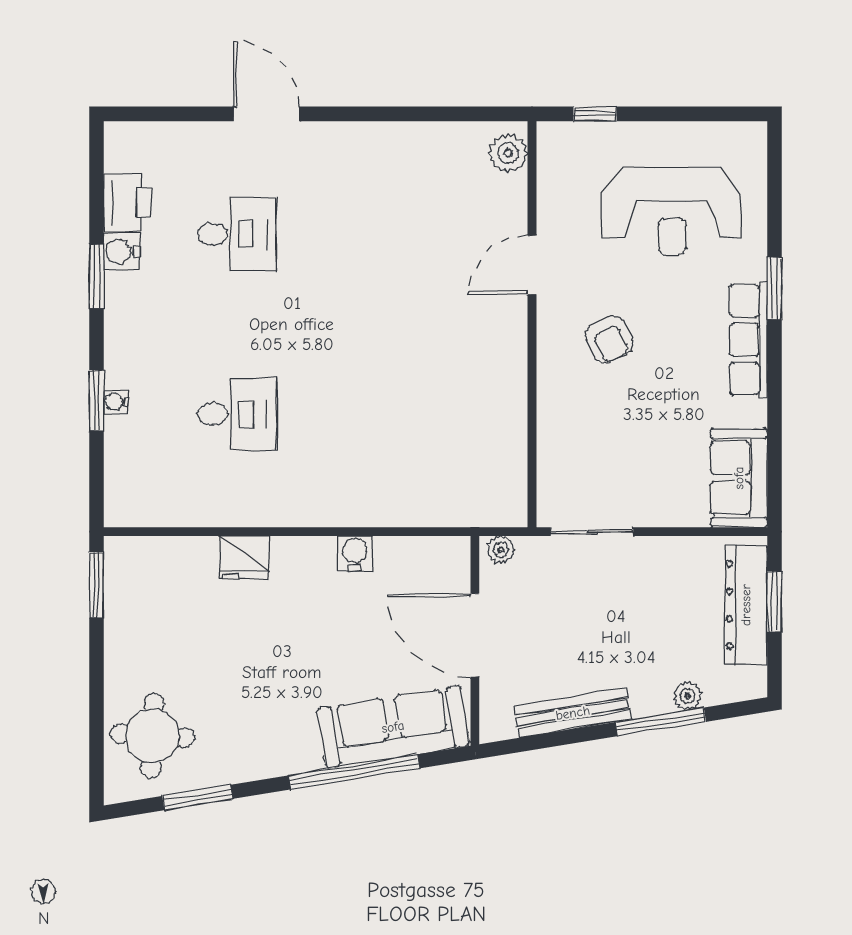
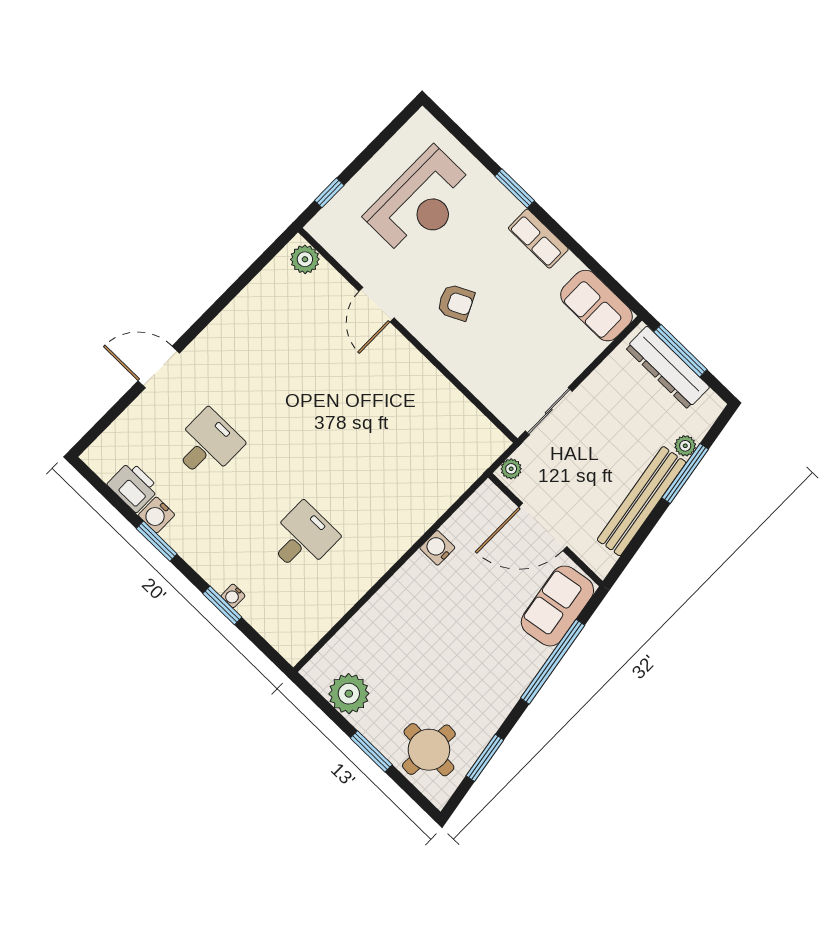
row of seats: (748, 340) -> (538, 239), width x0.68
fridge: (244, 558) -> (382, 609), removed
window: (96, 585) -> (371, 751), moved
window: (774, 601) -> (680, 351), width x1.44
plant: (131, 606) -> (349, 694), added
bench: (573, 713) -> (642, 501), width x1.37, depth x1.21
sofa: (393, 727) -> (557, 606), width x0.73

